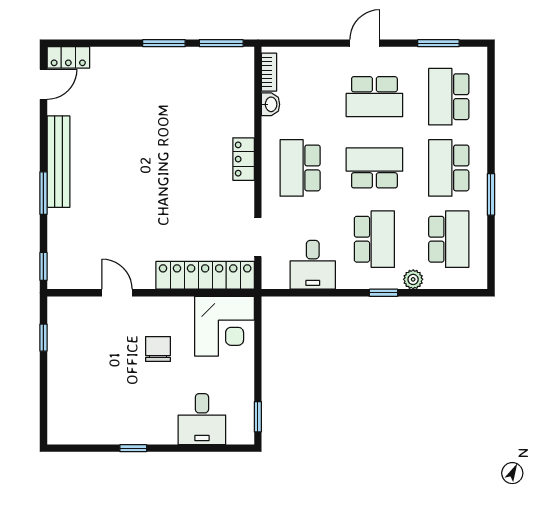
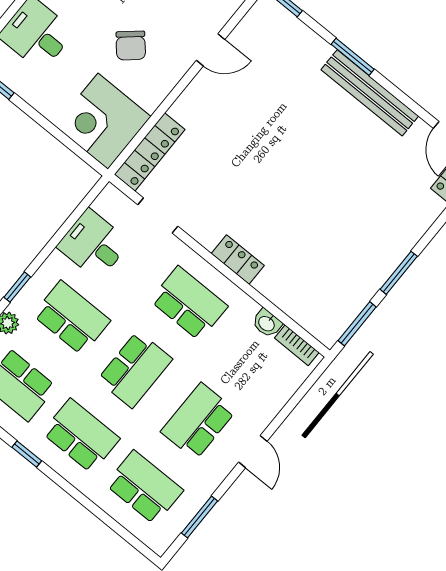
window: (491, 194) -> (27, 454), width x0.67
school desk: (374, 239) -> (71, 318), turned 180
locker: (205, 275) -> (150, 152), width x0.71, depth x0.83
chair: (158, 349) -> (131, 46), turned 49

